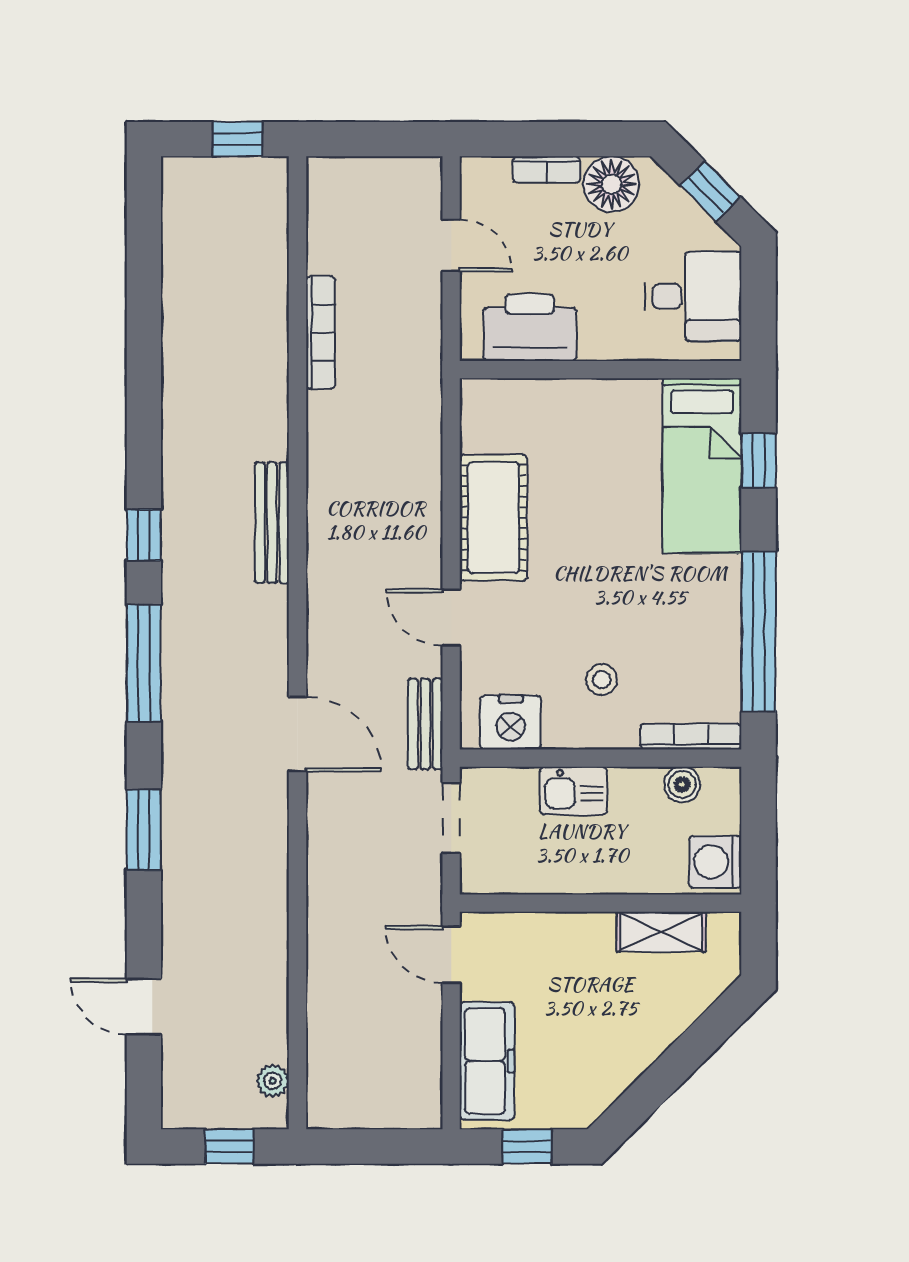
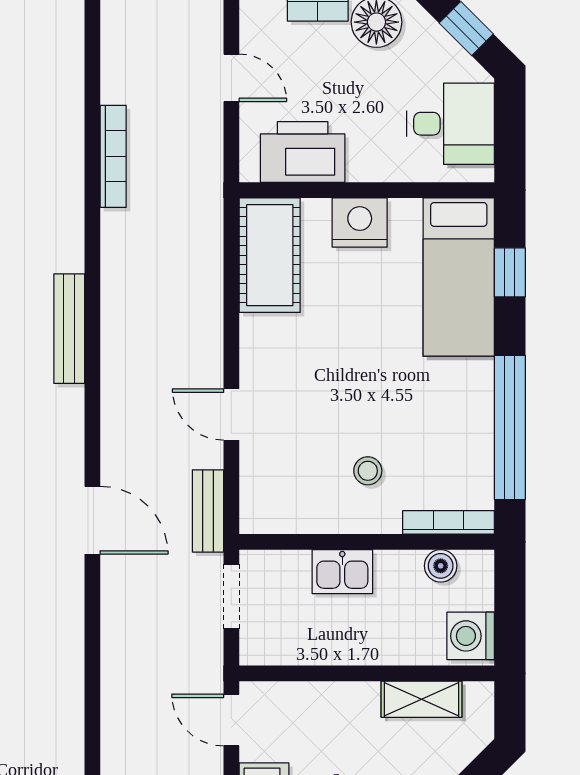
cot: (493, 518) -> (270, 255), moved
nightstand: (511, 722) -> (360, 222), moved, turned 180

